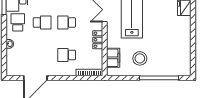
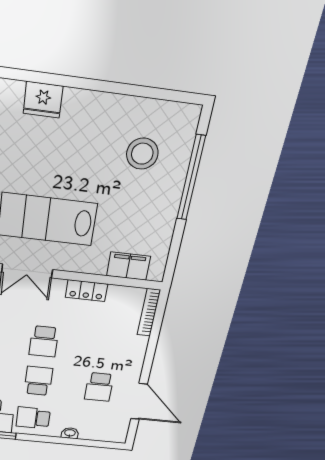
school desk: (67, 55) -> (99, 387), moved
stool: (140, 58) -> (142, 154), moved

